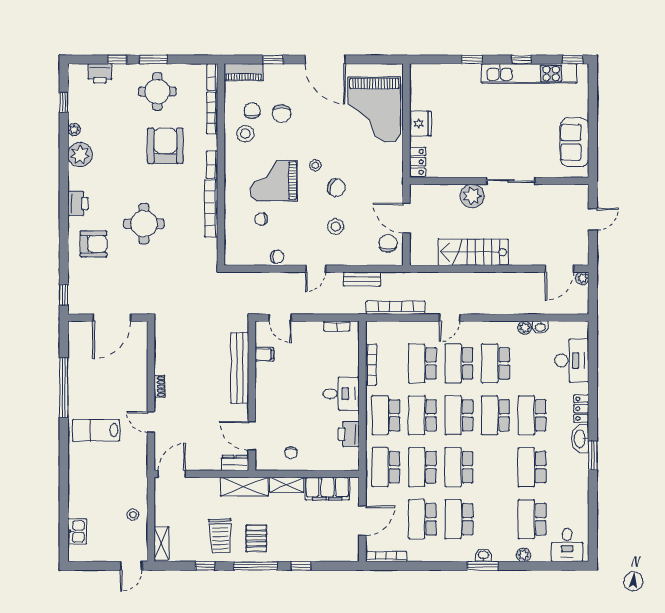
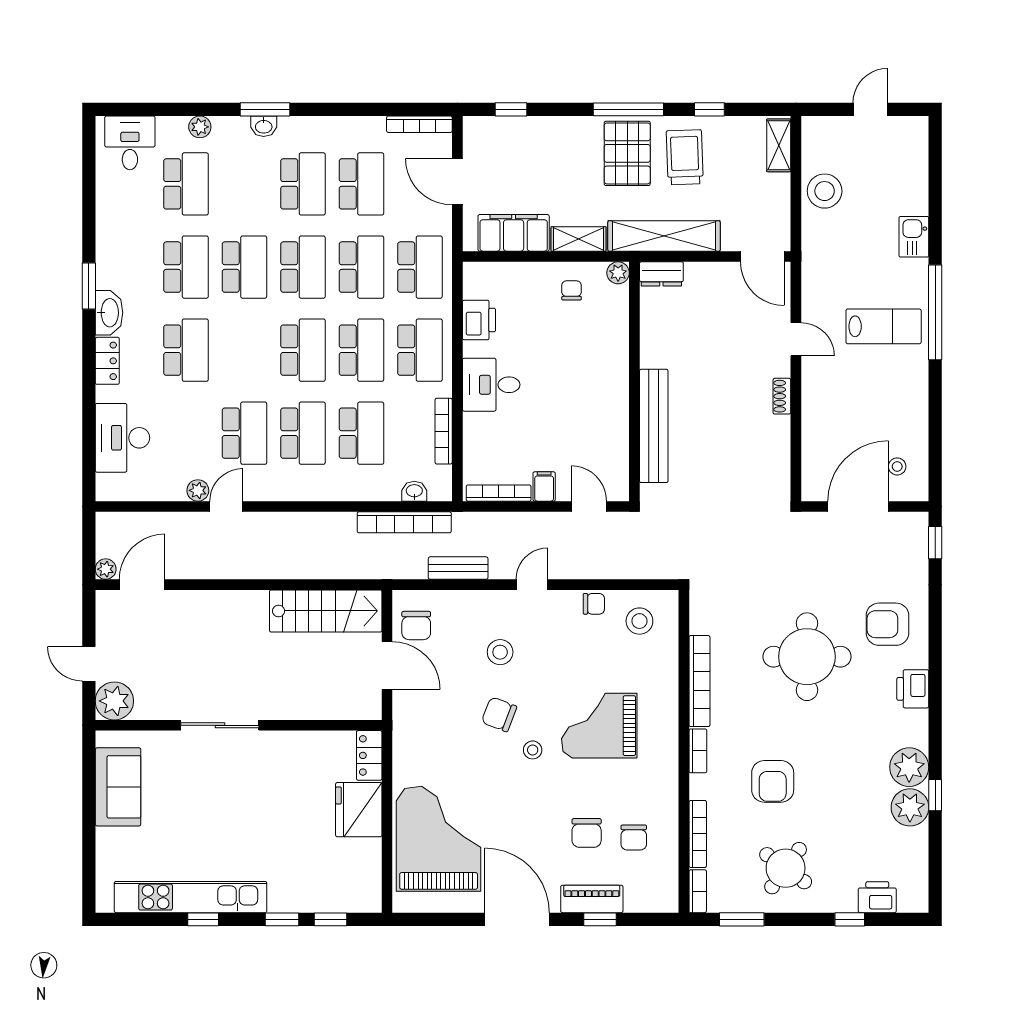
window: (153, 60) -> (742, 919), moved
window: (573, 60) -> (331, 919), moved
piano: (243, 72) -> (592, 899), moved
round table: (157, 91) -> (786, 868), turned 36
window: (64, 102) -> (935, 795), moved
chair: (282, 114) -> (587, 833), turned 180
fridge: (420, 124) -> (359, 810), width x1.36, depth x1.34
plant: (74, 129) -> (910, 807), width x1.87, depth x1.87
stool: (245, 134) -> (639, 621), moved
armchair: (165, 146) -> (773, 781), width x0.73, depth x0.73
grand piano: (274, 181) -> (599, 726), turned 180
plant: (472, 196) -> (114, 701), moved
chair: (261, 219) -> (619, 664), removed
door: (593, 219) -> (89, 664), hinge flipped
round table: (144, 224) -> (807, 657), width x1.36, depth x1.36
stairs: (473, 252) -> (326, 611), moved
chair: (277, 257) -> (594, 604), turned 180
door: (450, 318) -> (226, 506), moved
bookcase: (337, 326) -> (499, 493), width x1.56
washbasin: (540, 327) -> (414, 491), moved
stool: (88, 343) -> (897, 466), added
filing cabinet: (264, 354) -> (544, 486), moved, turned 90
window: (64, 388) -> (935, 312), moved
school desk: (496, 415) -> (244, 267), moved
door: (252, 436) -> (634, 317), removed
plant: (262, 464) -> (618, 273), added
door: (172, 474) -> (762, 256), hinge flipped
shelving: (244, 487) -> (664, 236), width x1.47
stool: (133, 515) -> (825, 191), width x1.89, depth x1.89
door: (362, 521) -> (457, 182), hinge flipped
kitchen sink: (77, 531) -> (914, 237), moved
pallet: (256, 538) -> (627, 153), width x1.50, depth x1.42
door: (131, 566) -> (870, 109), moved
window: (301, 566) -> (511, 109), moved

